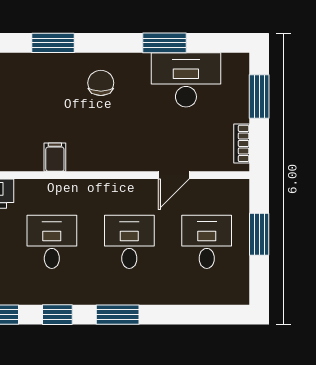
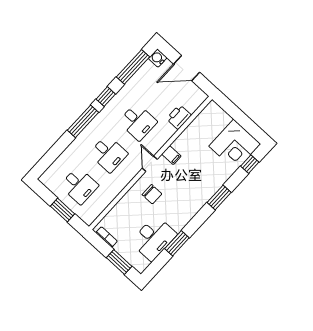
chair: (101, 83) -> (152, 194), moved
door: (174, 175) -> (150, 164), moved
window: (118, 315) -> (83, 121), width x1.44

